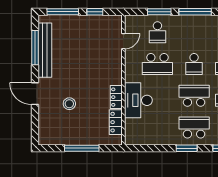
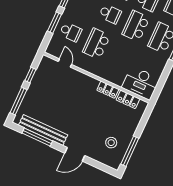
school desk: (157, 64) -> (96, 44), turned 180
desk: (138, 100) -> (141, 83), moved
stool: (69, 104) -> (111, 143), moved
window: (82, 148) -> (130, 151), moved

